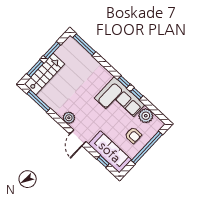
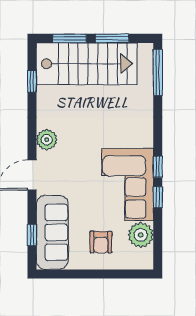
stairs: (44, 74) -> (87, 64), width x1.36, depth x1.51
window: (39, 101) -> (32, 81), width x0.46
window: (147, 147) -> (102, 274), removed

